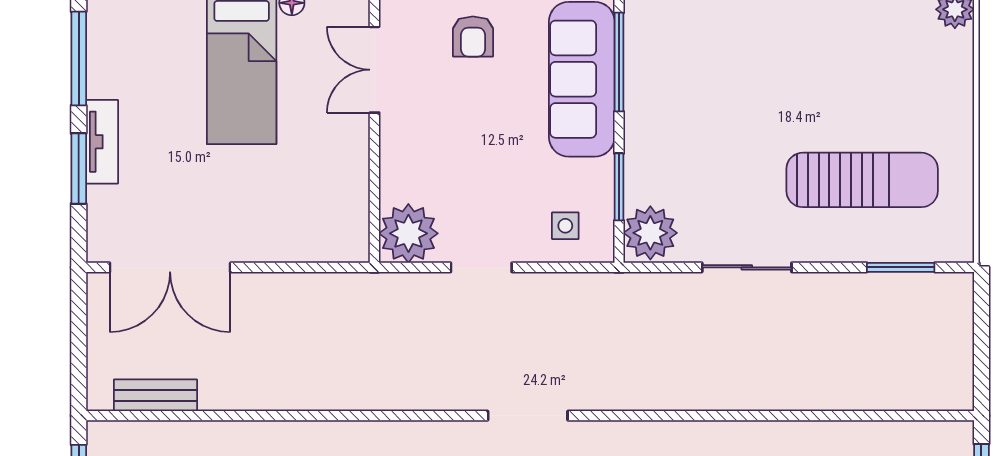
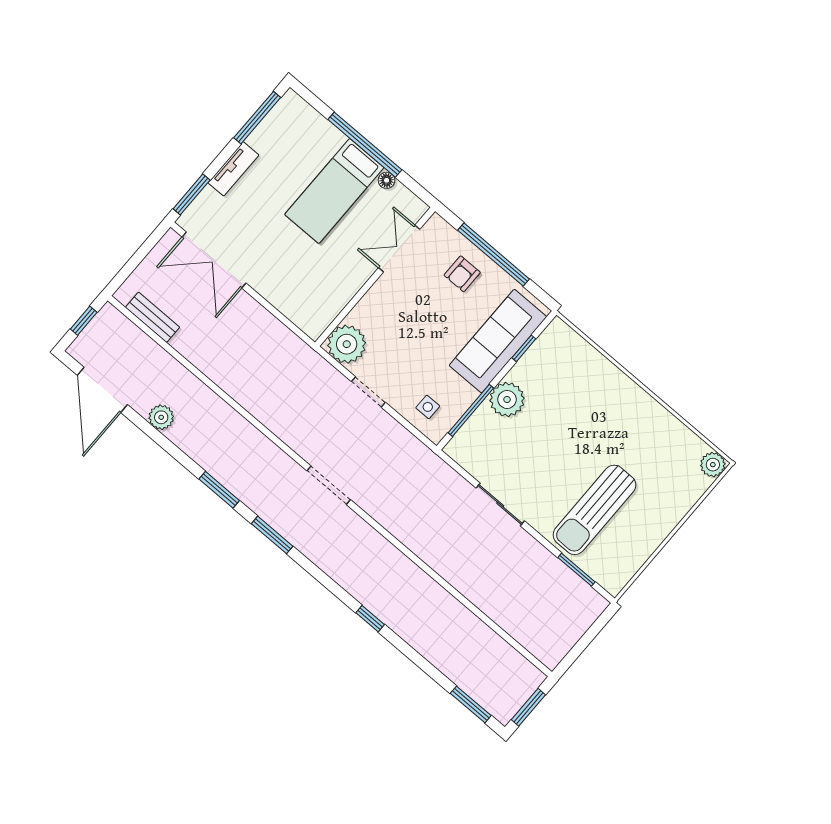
window: (619, 62) -> (524, 348), width x0.46
window: (79, 168) -> (192, 194), moved
sun lounger: (862, 180) -> (594, 510), turned 90
window: (619, 187) -> (471, 410), width x1.44
plant: (650, 233) -> (507, 399), moved

